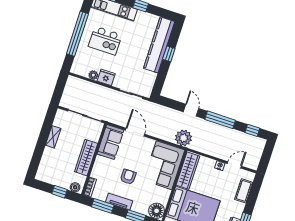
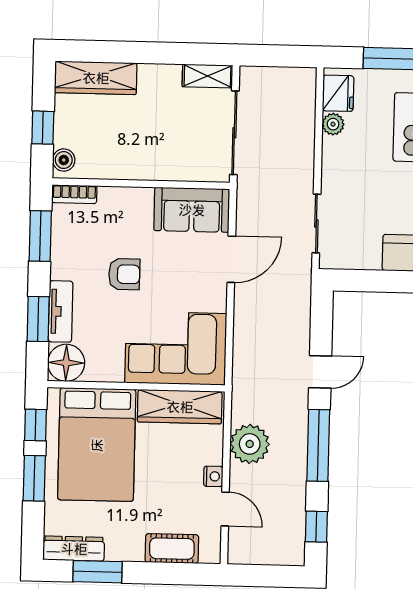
fridge: (106, 77) -> (338, 93), moved
shelving: (53, 137) -> (207, 76), moved
plant: (183, 138) -> (250, 444), moved
wardrobe: (86, 158) -> (96, 78), moved, turned 180
tv unit: (119, 201) -> (61, 311), moved

